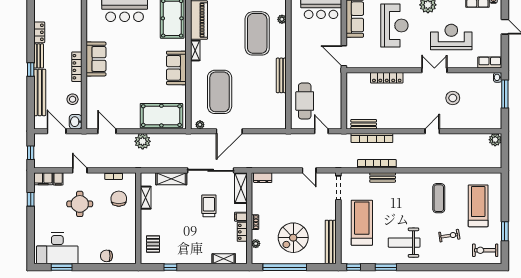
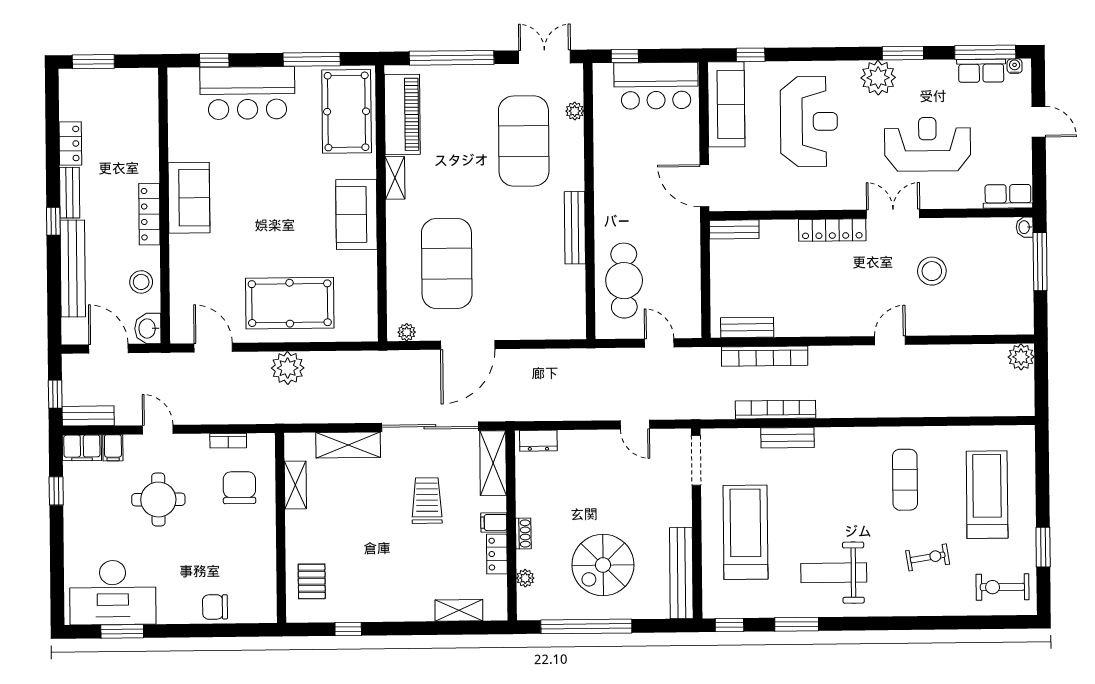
bench: (358, 77) -> (734, 229), added
locker: (387, 78) -> (832, 230), moved
pool table: (161, 116) -> (290, 303), moved
bench: (46, 163) -> (88, 416), added

